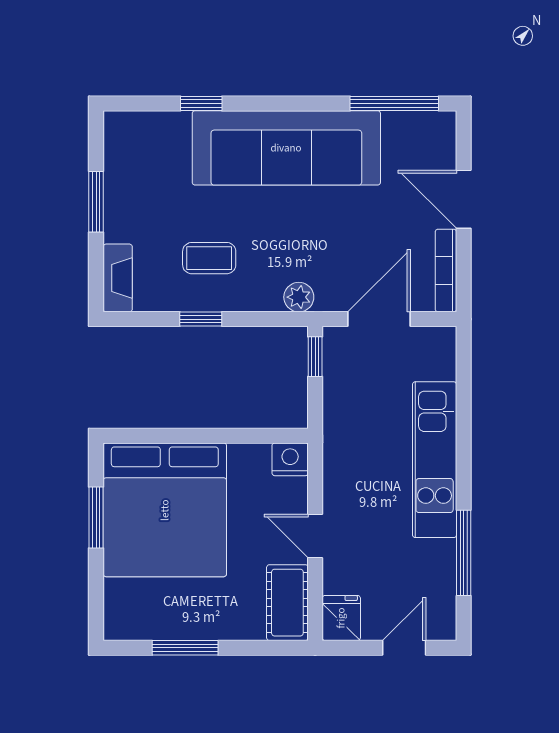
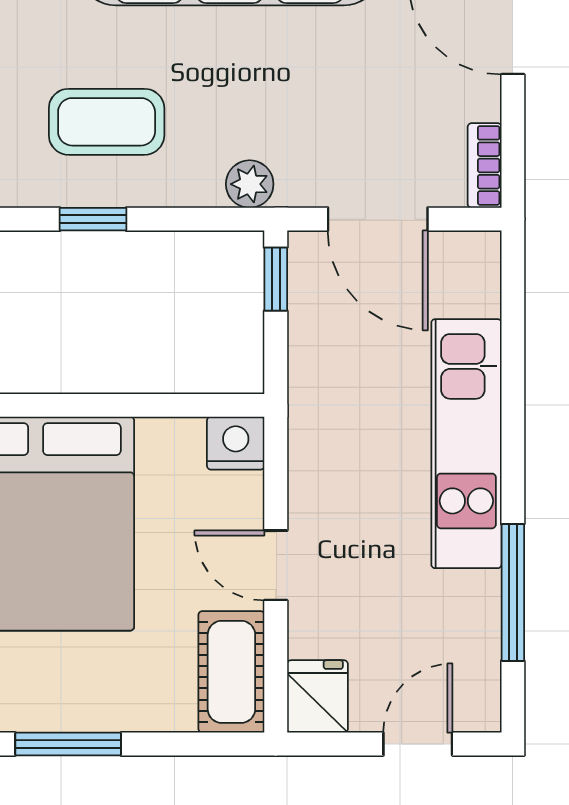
coffee table: (209, 258) -> (107, 122), width x1.36, depth x1.30
bookcase: (446, 271) -> (485, 165), width x0.64
door: (379, 319) -> (378, 219), swing flipped

